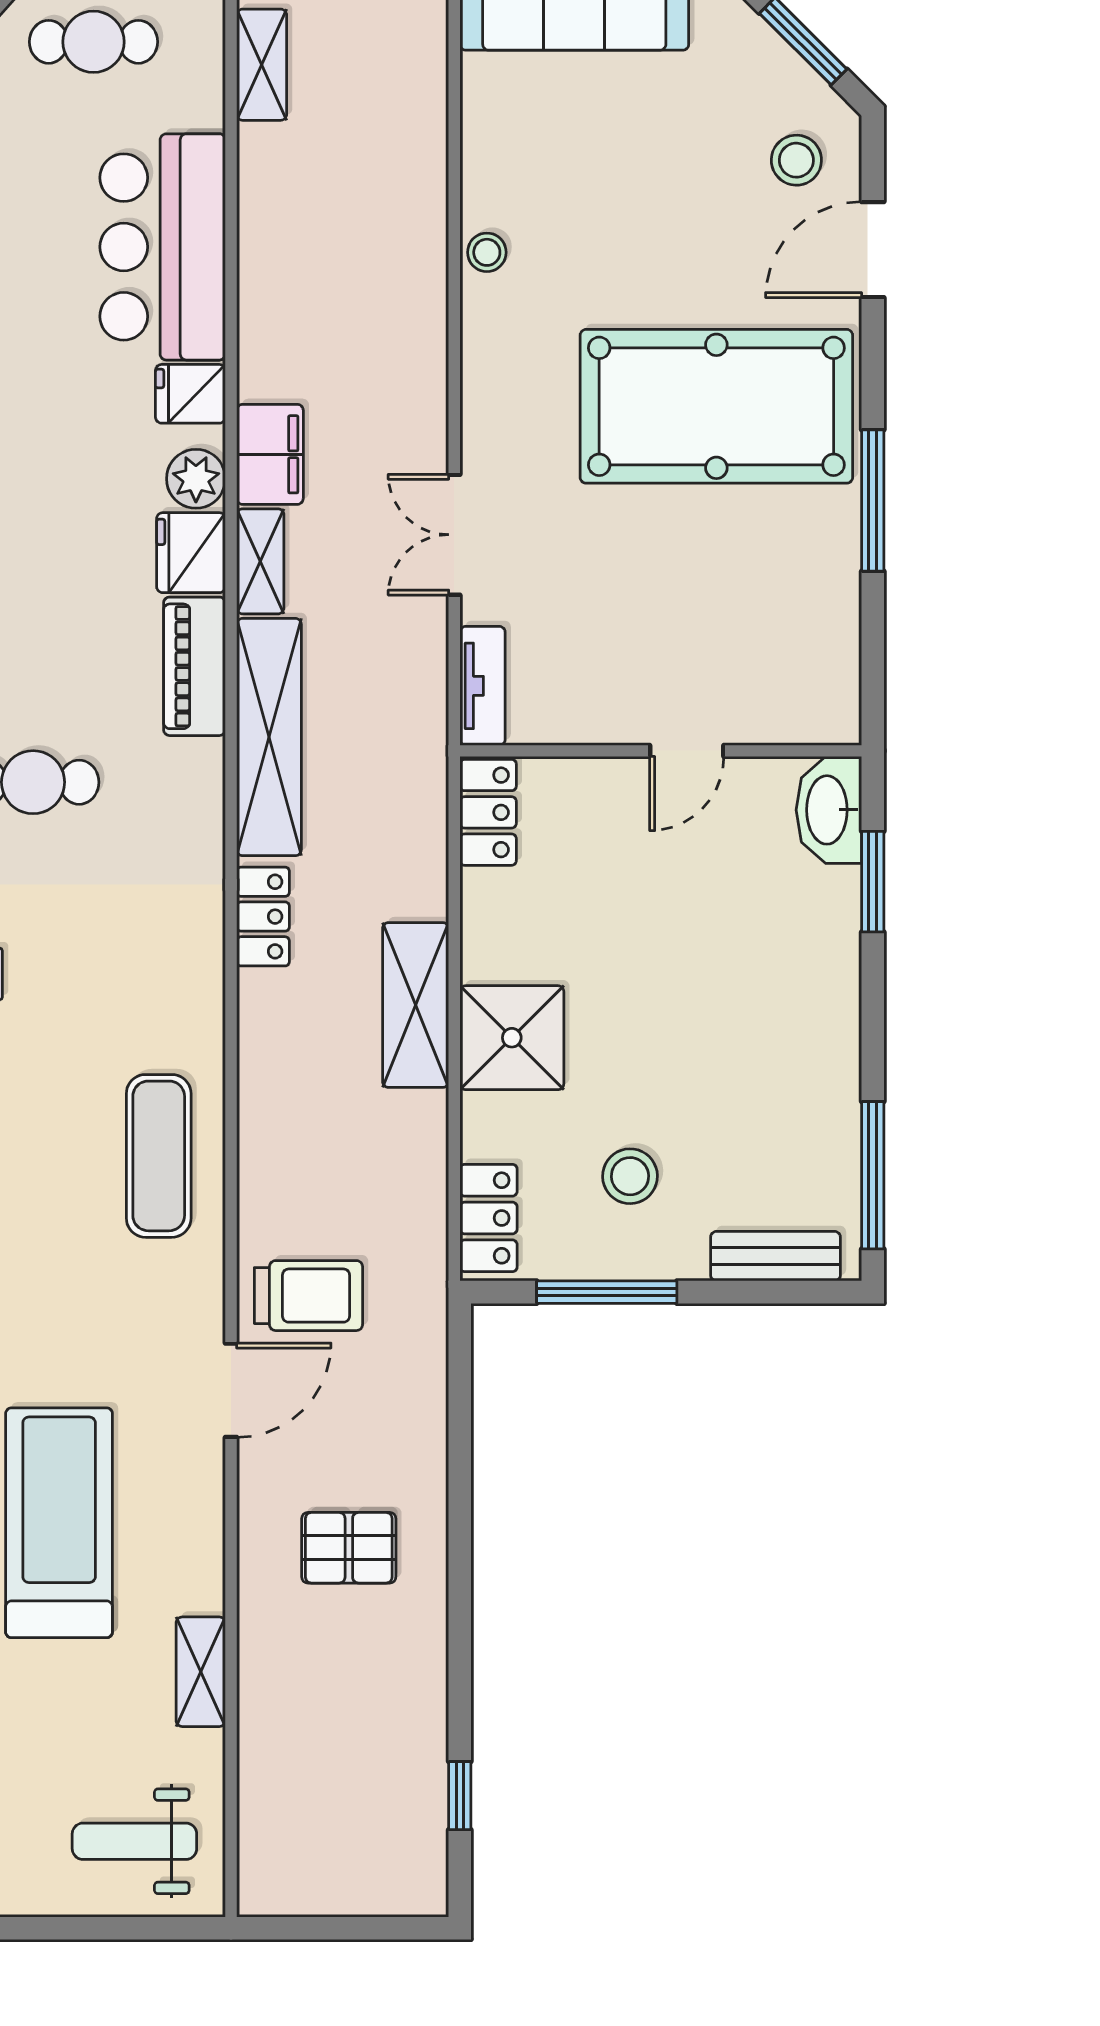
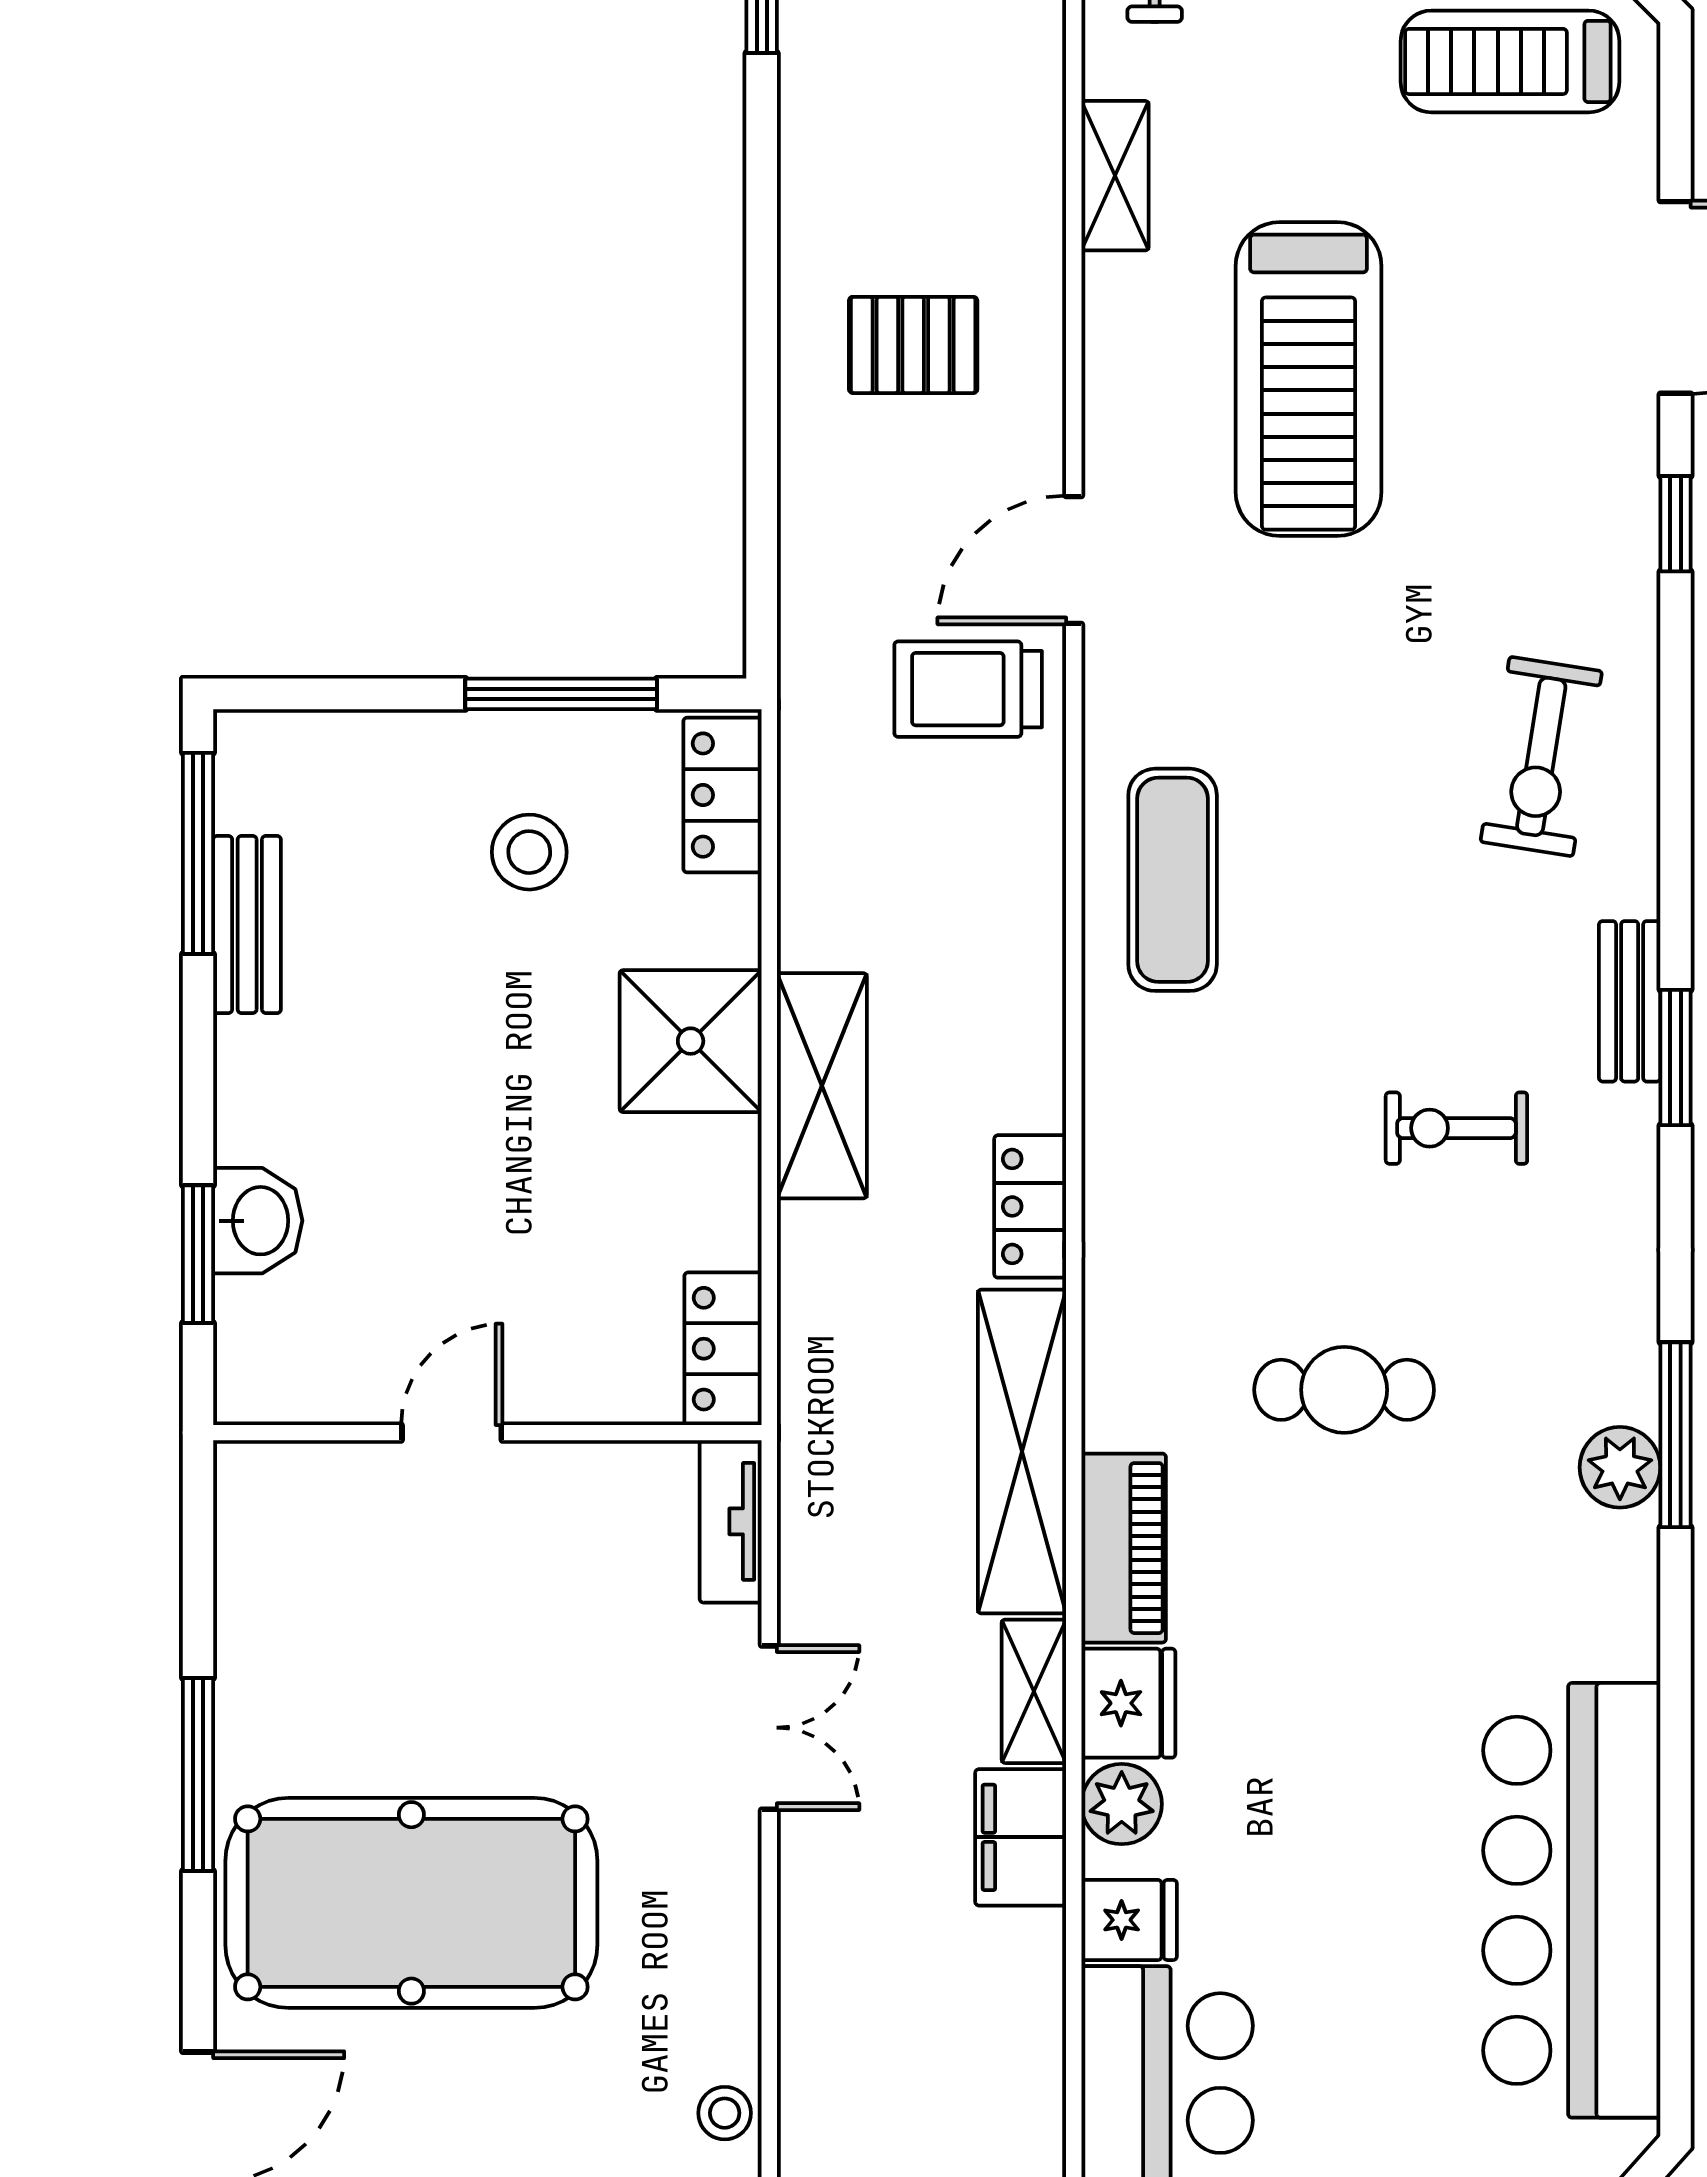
washbasin: (829, 810) -> (258, 1221), moved, width x0.72
bench: (775, 1256) -> (247, 924), moved, turned 90

